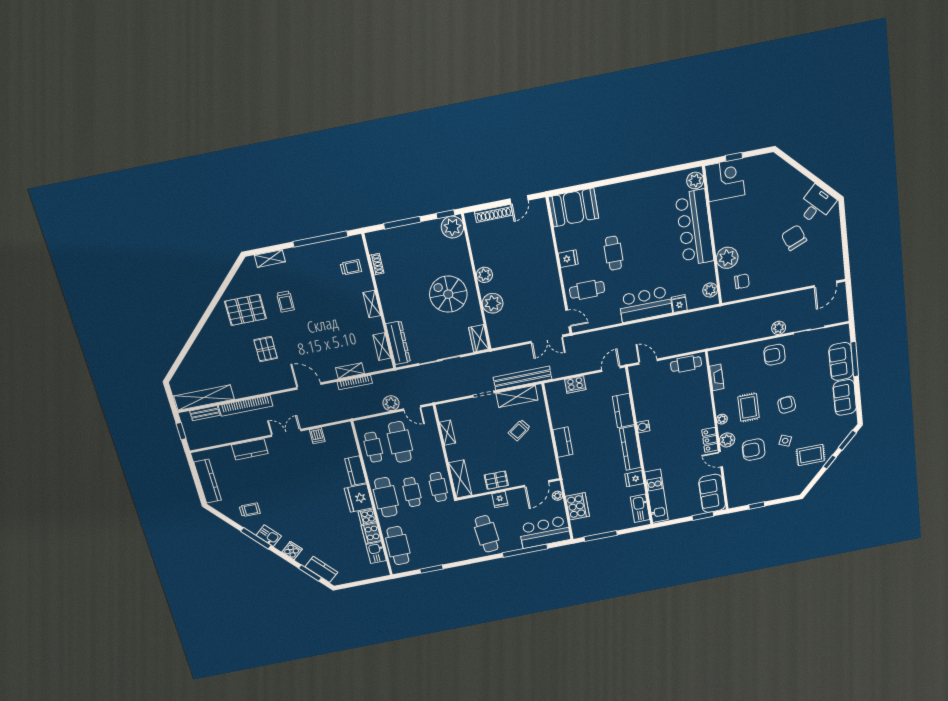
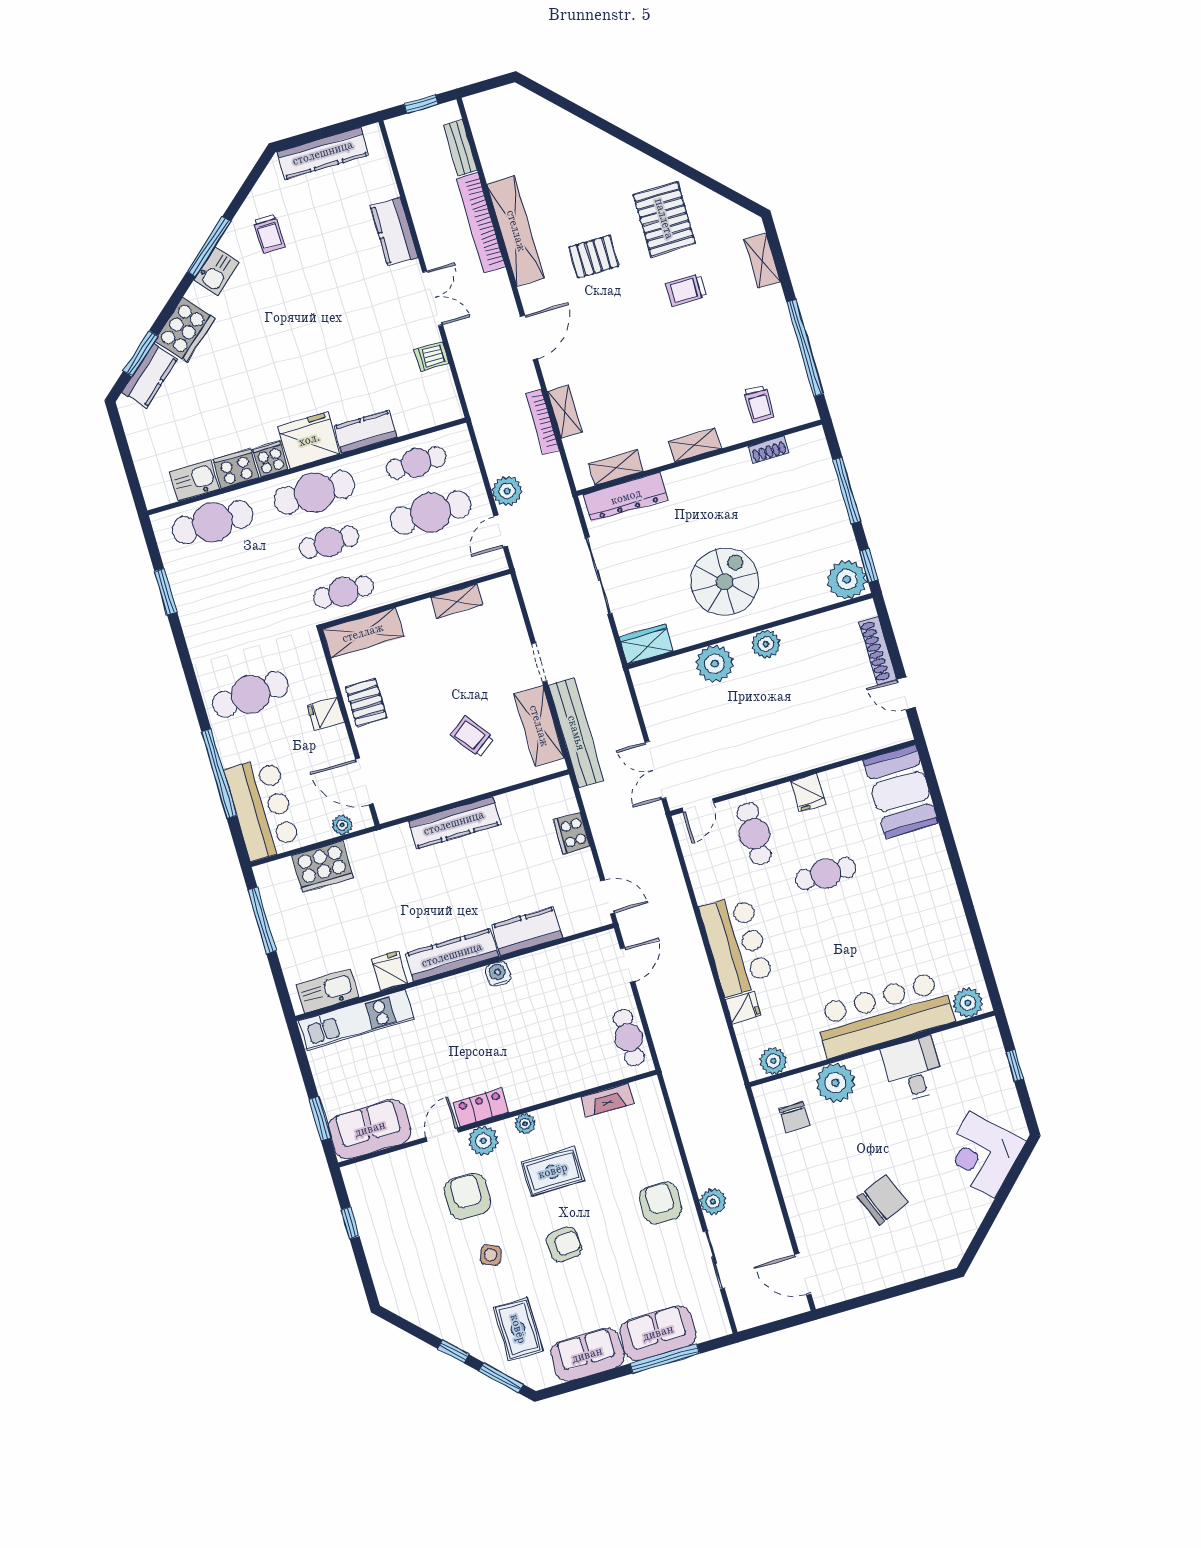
corner desk: (725, 180) -> (982, 1155), moved, turned 135
desk: (816, 205) -> (913, 1069), moved, turned -135
shelving: (204, 398) -> (516, 231), moved
kitchen counter: (563, 442) -> (454, 823), width x1.50
rug: (811, 455) -> (518, 1329), moved
cooker: (292, 551) -> (185, 330), width x1.87, depth x1.31

